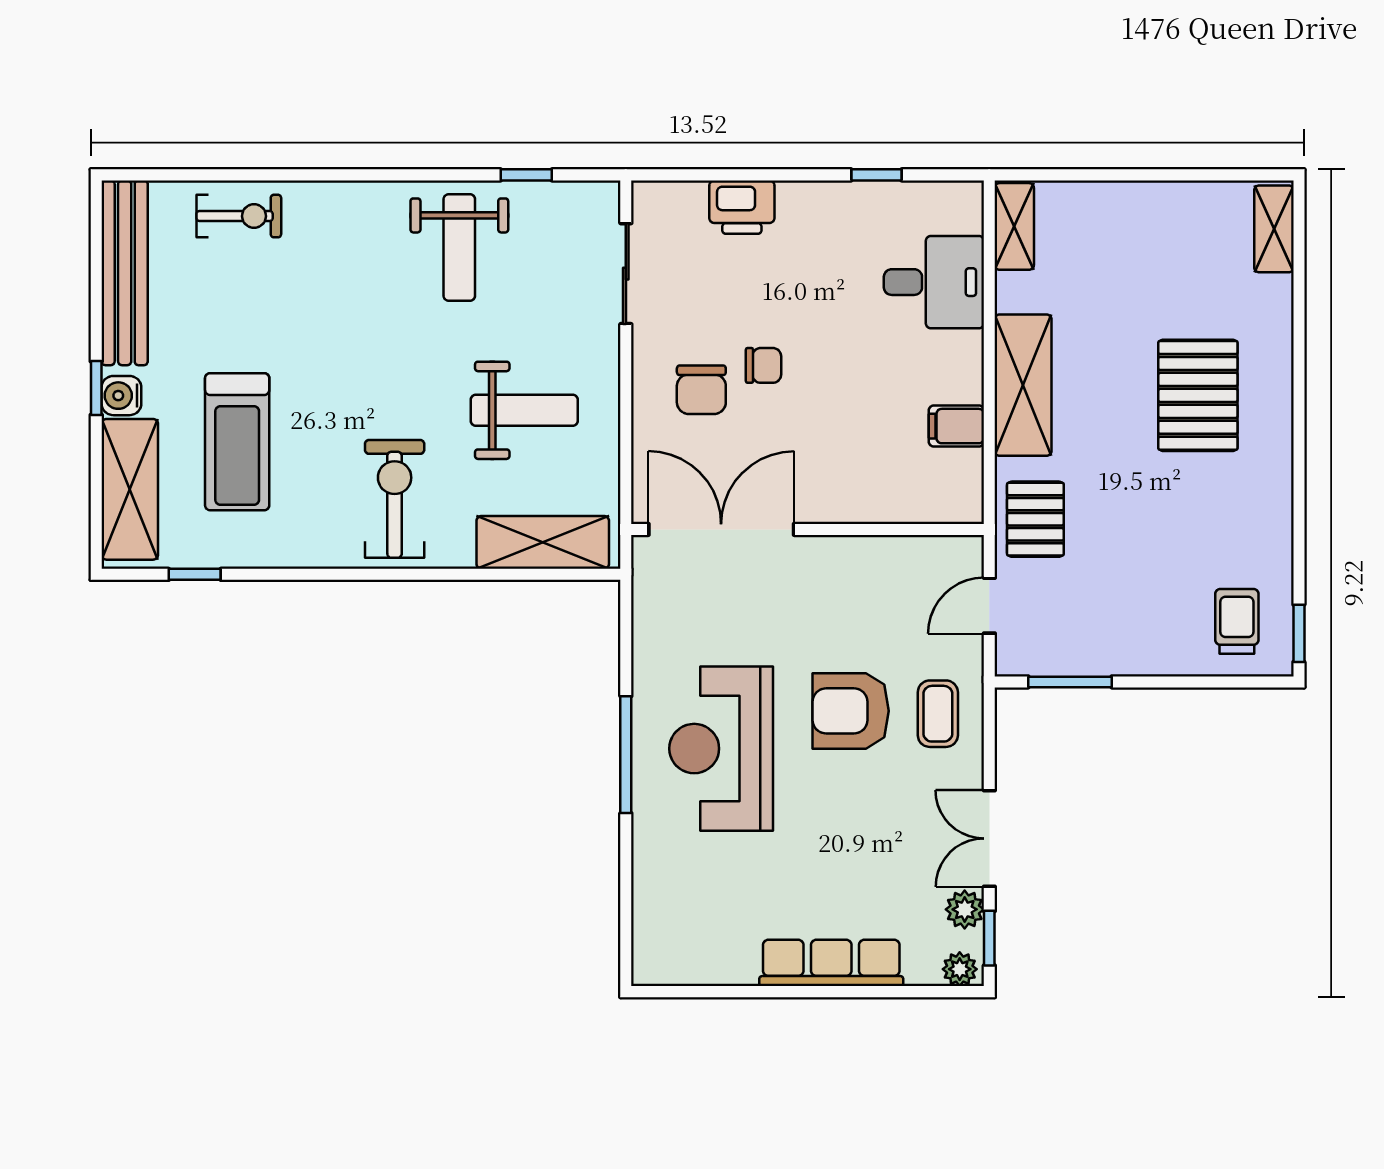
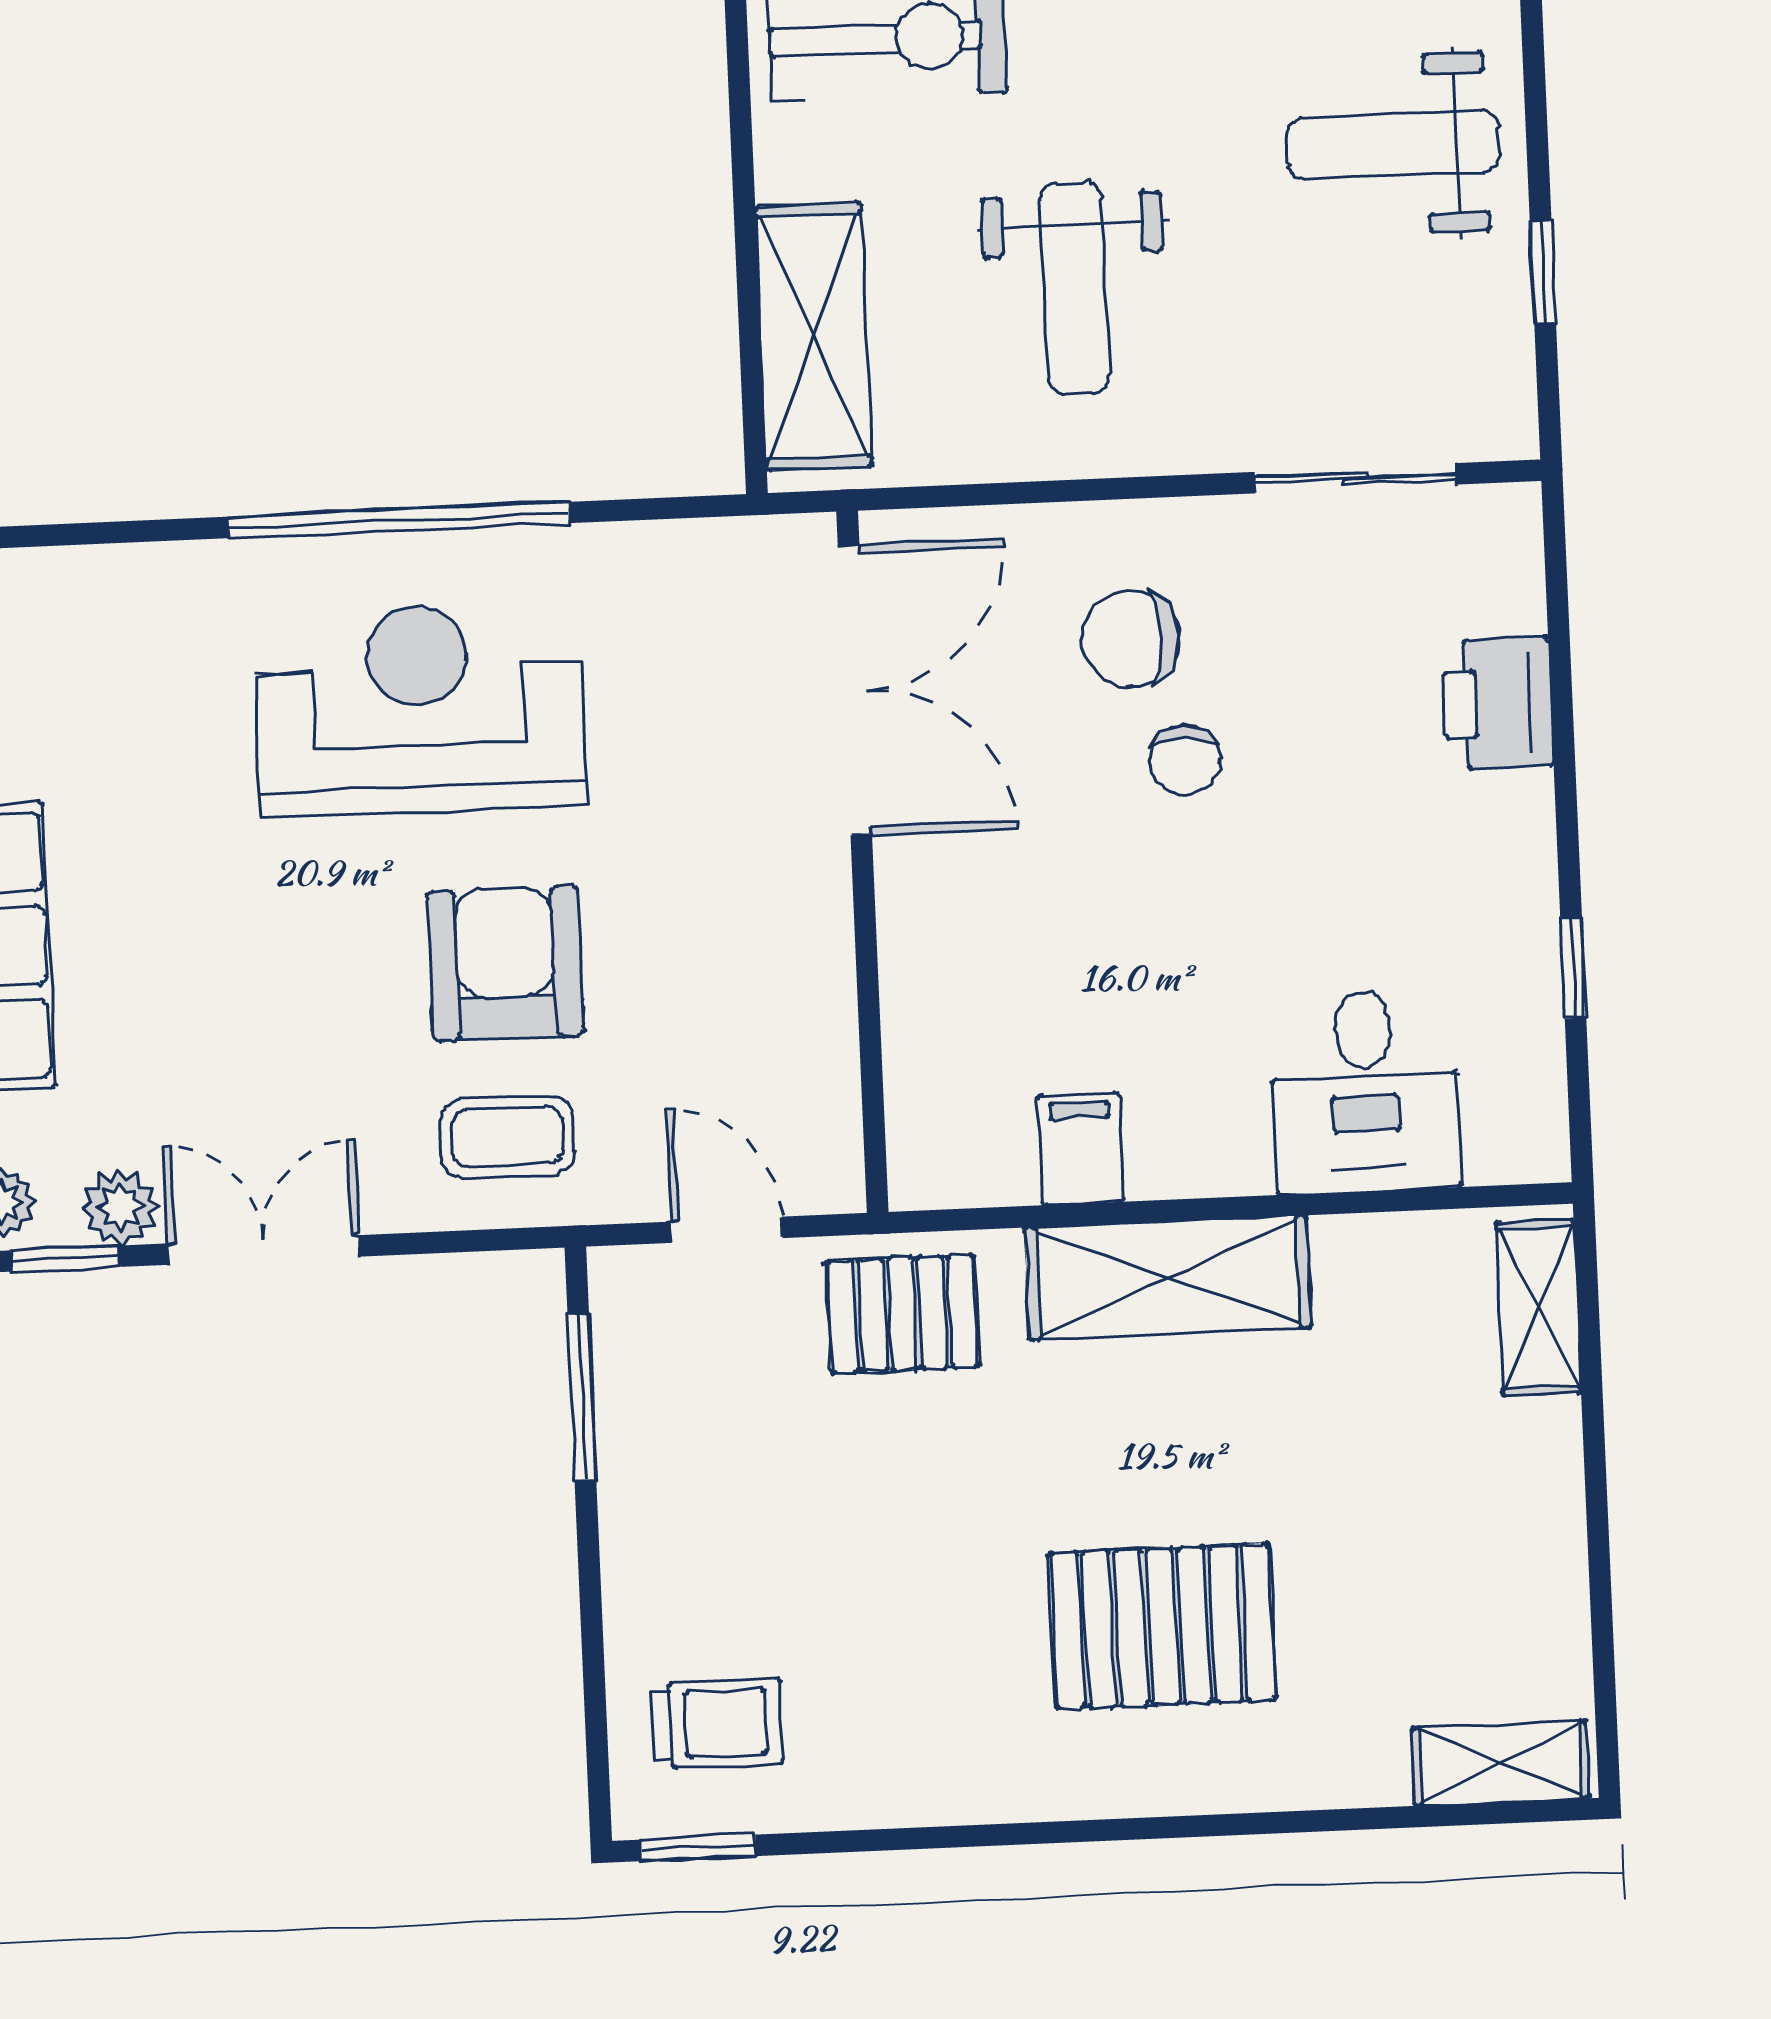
shelving: (1014, 226) -> (1538, 1308), moved, turned 90
window: (626, 755) -> (399, 520), width x1.46

